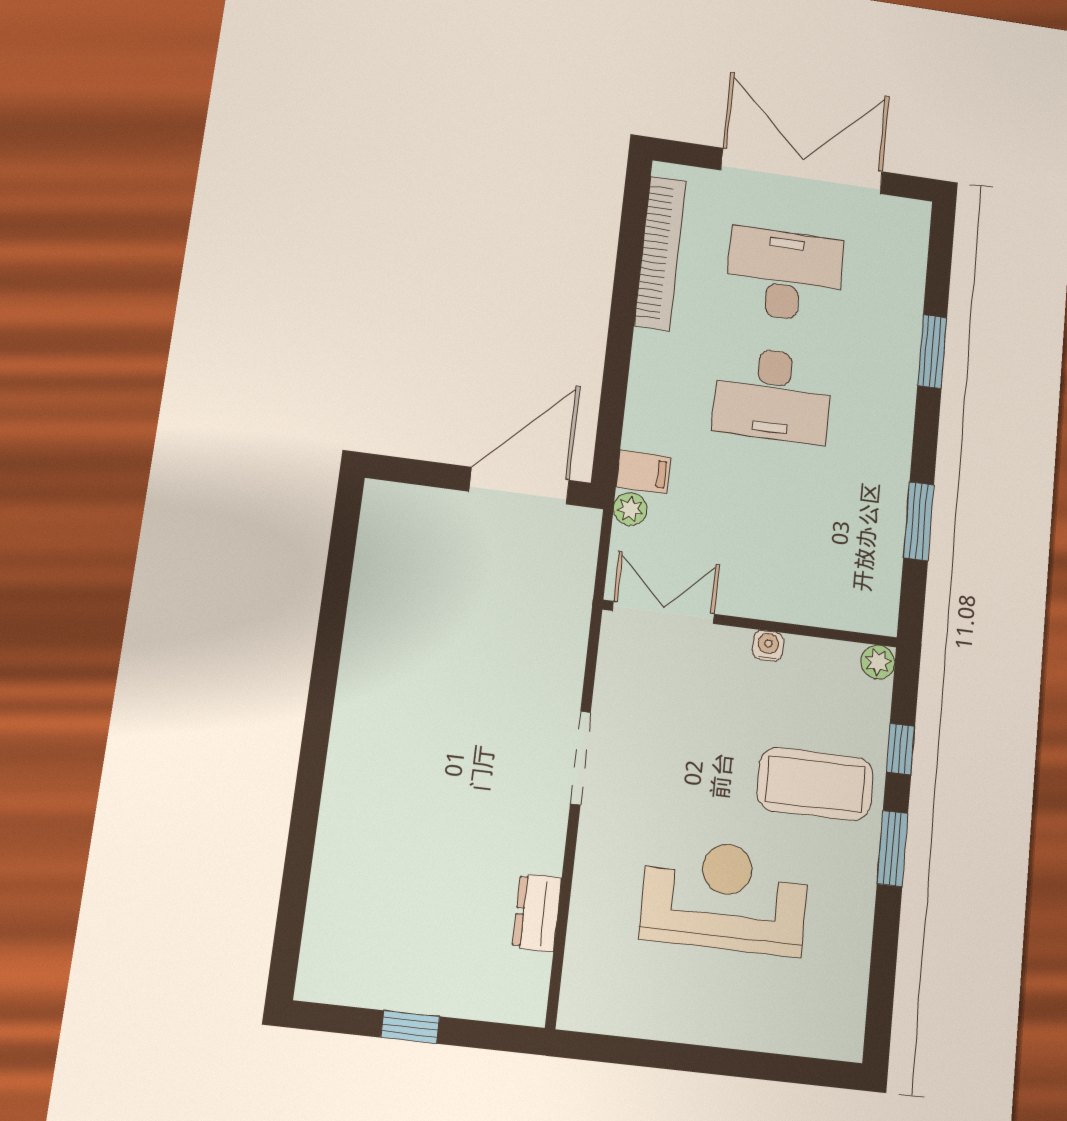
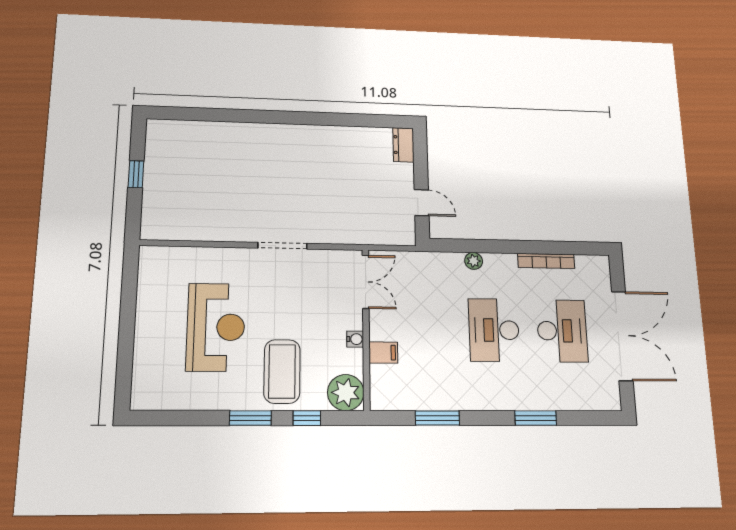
bookcase: (660, 253) -> (546, 261), width x0.68, depth x0.76
filing cabinet: (643, 472) -> (383, 352), moved, turned -90
door: (519, 486) -> (422, 203), width x0.53
plant: (630, 509) -> (474, 261), moved
plant: (878, 662) -> (346, 393), width x1.88, depth x1.88
dresser: (537, 913) -> (403, 145), moved, turned -90

